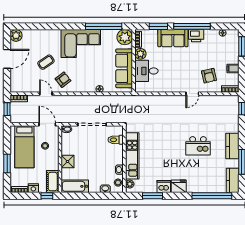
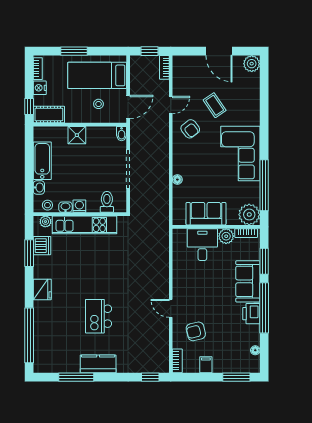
sofa: (124, 68) -> (206, 214), width x0.73
washing machine: (119, 160) -> (79, 206), added
kitchen counter: (233, 180) -> (50, 364), removed
bathtub: (75, 186) -> (42, 161), moved
dishwasher: (164, 187) -> (42, 246), moved

